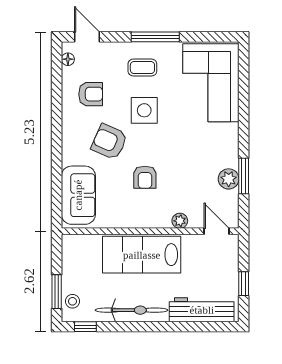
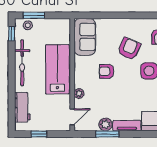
tv unit: (230, 145) -> (127, 126), added
sofa: (78, 195) -> (85, 37), moved, turned -90
workbench: (202, 310) -> (22, 107), width x0.73

